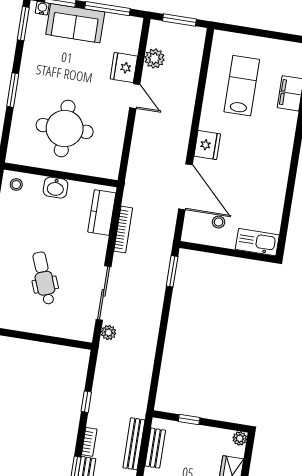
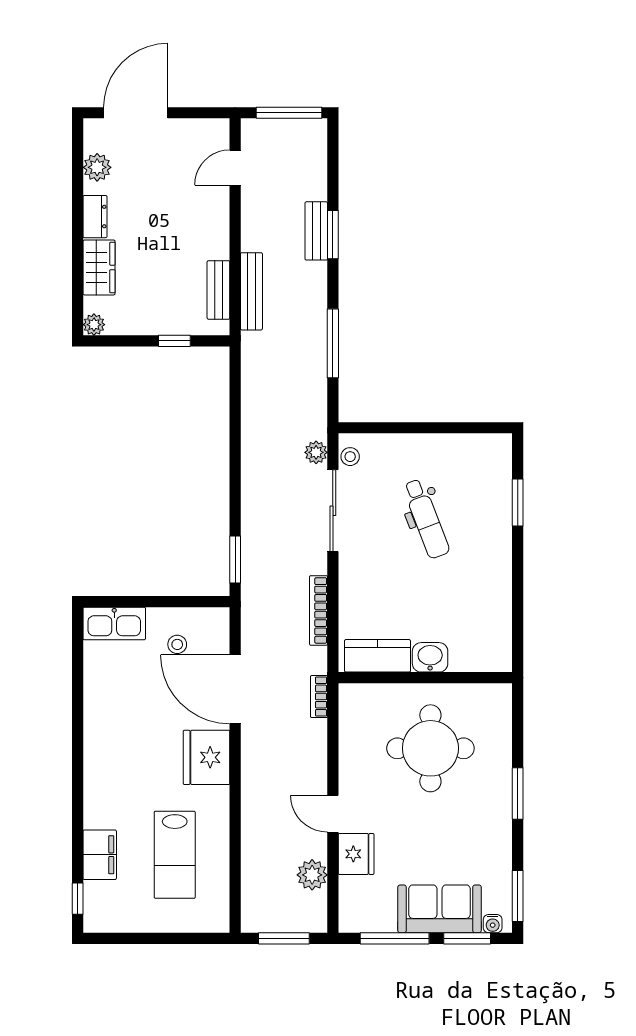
fridge: (207, 145) -> (207, 757), width x1.36, depth x1.34
stool: (16, 185) -> (350, 457), moved
kitchen counter: (102, 213) -> (378, 656), moved, turned -90
window: (86, 402) -> (333, 343), width x2.17
bookcase: (89, 442) -> (319, 697), moved

